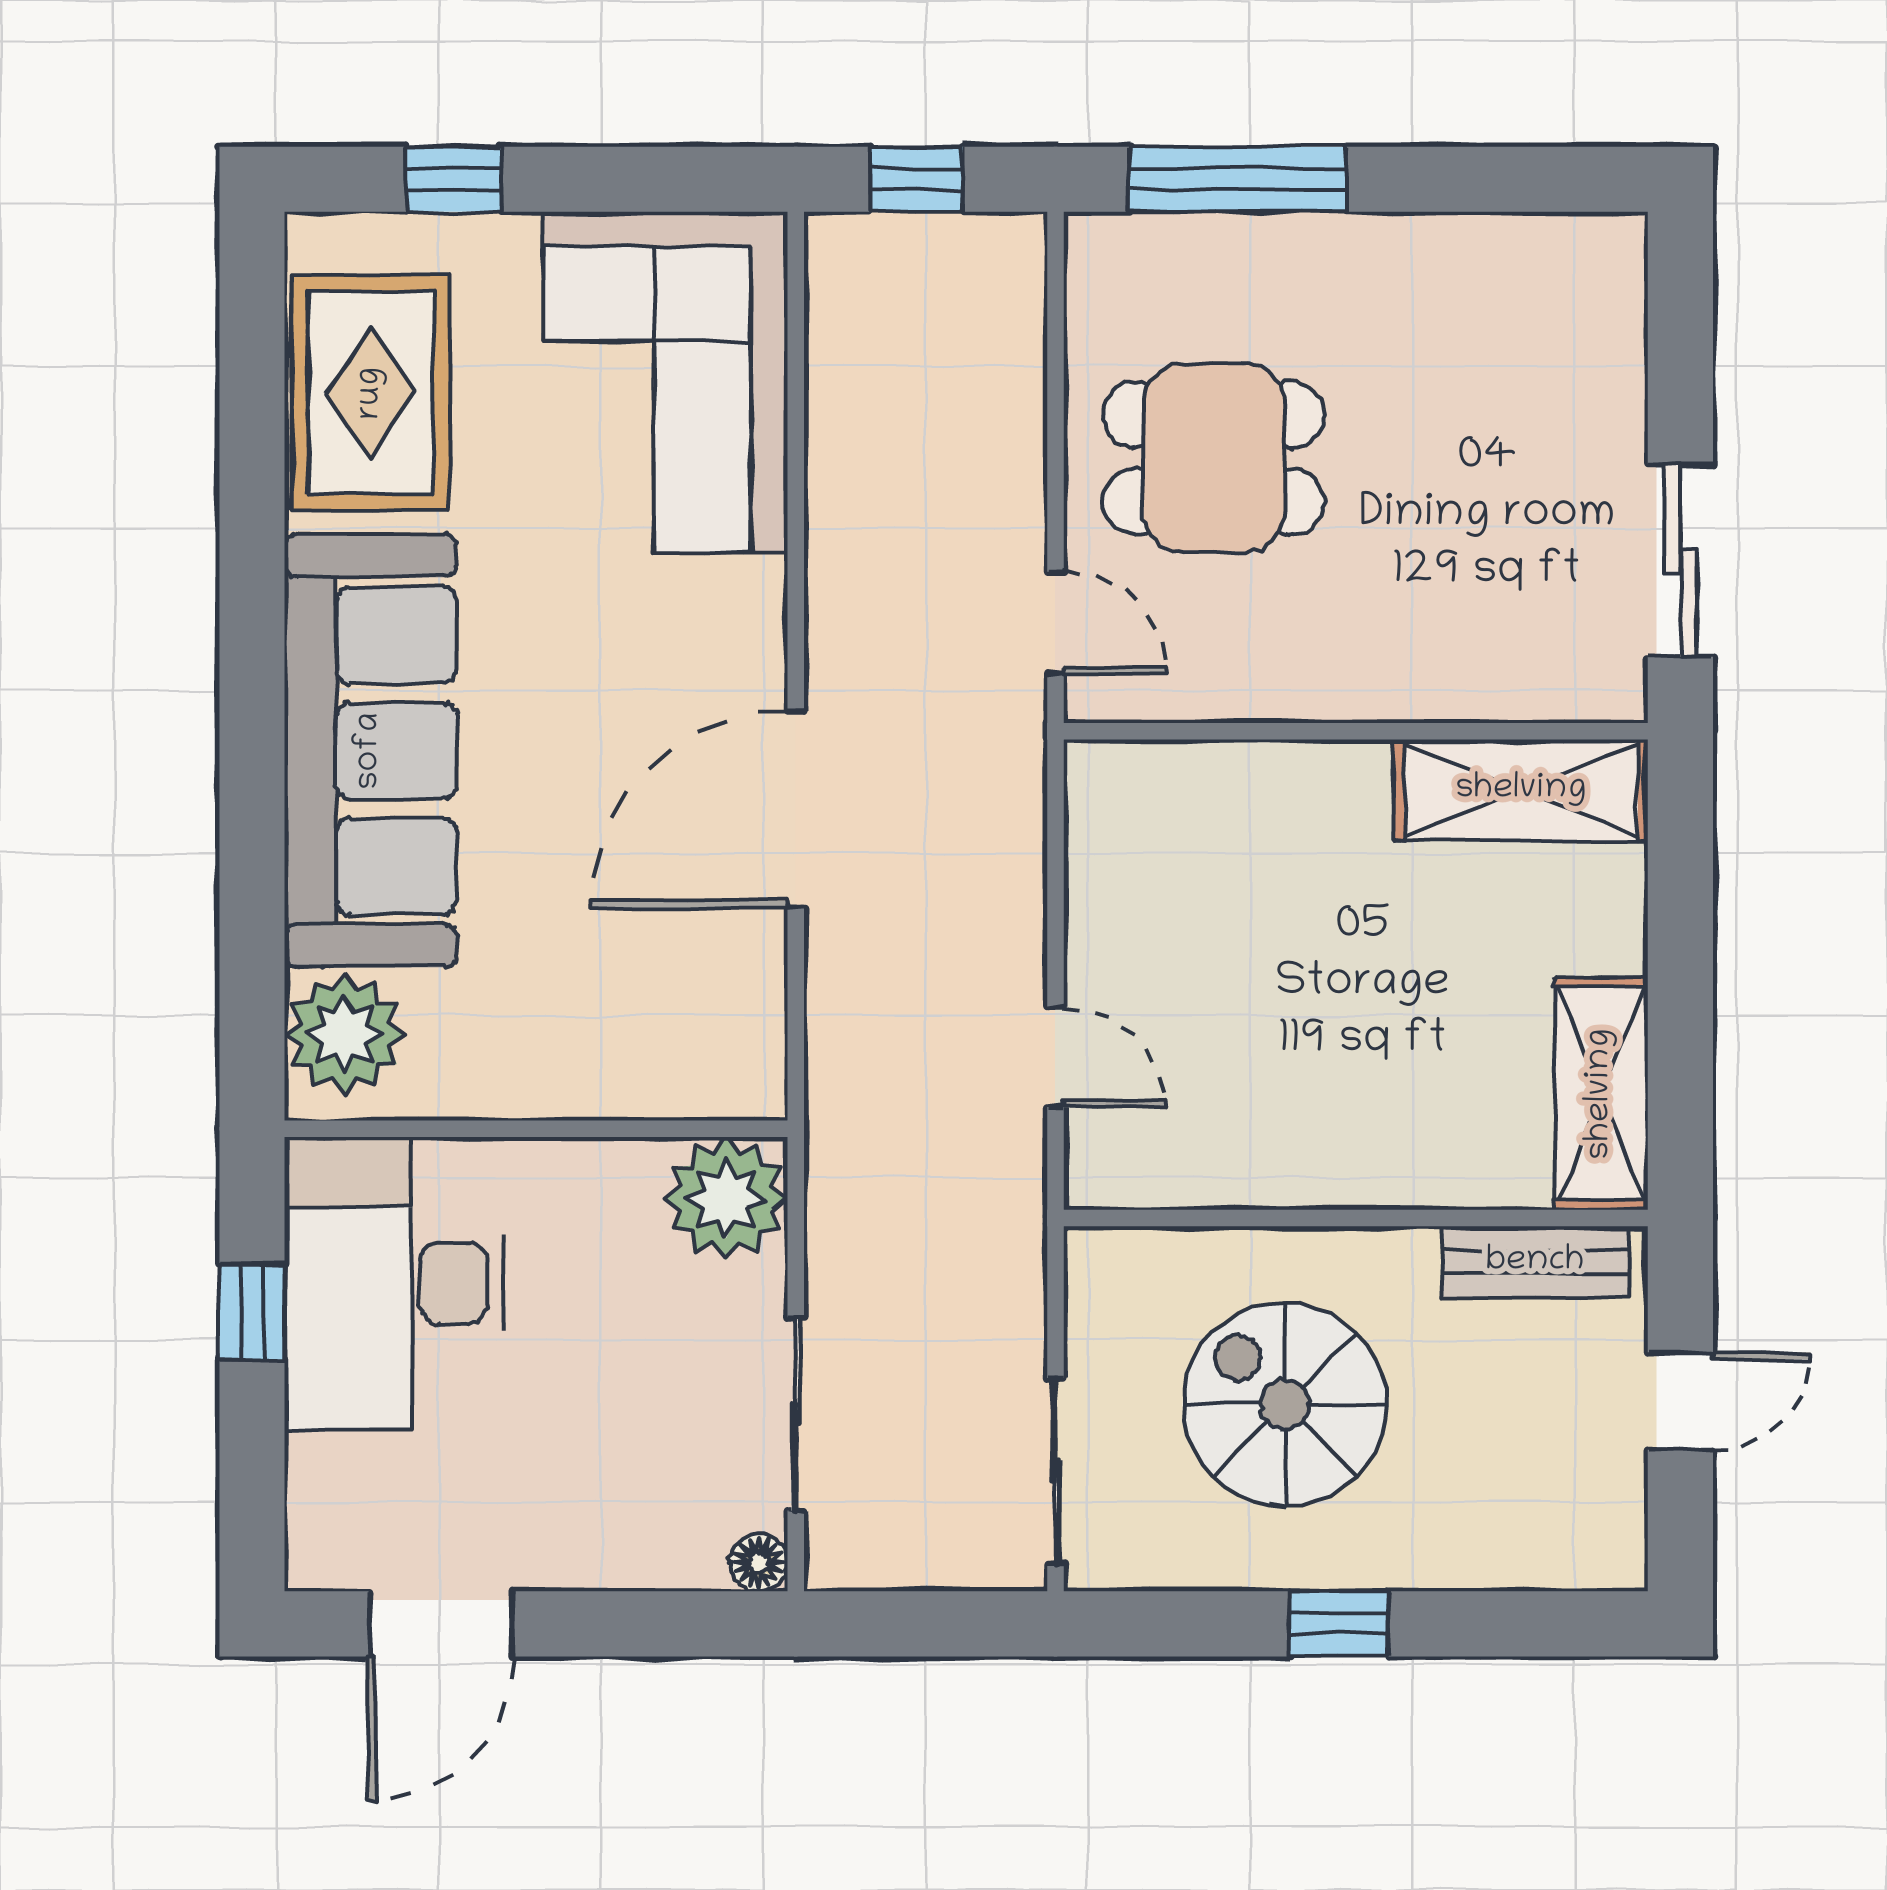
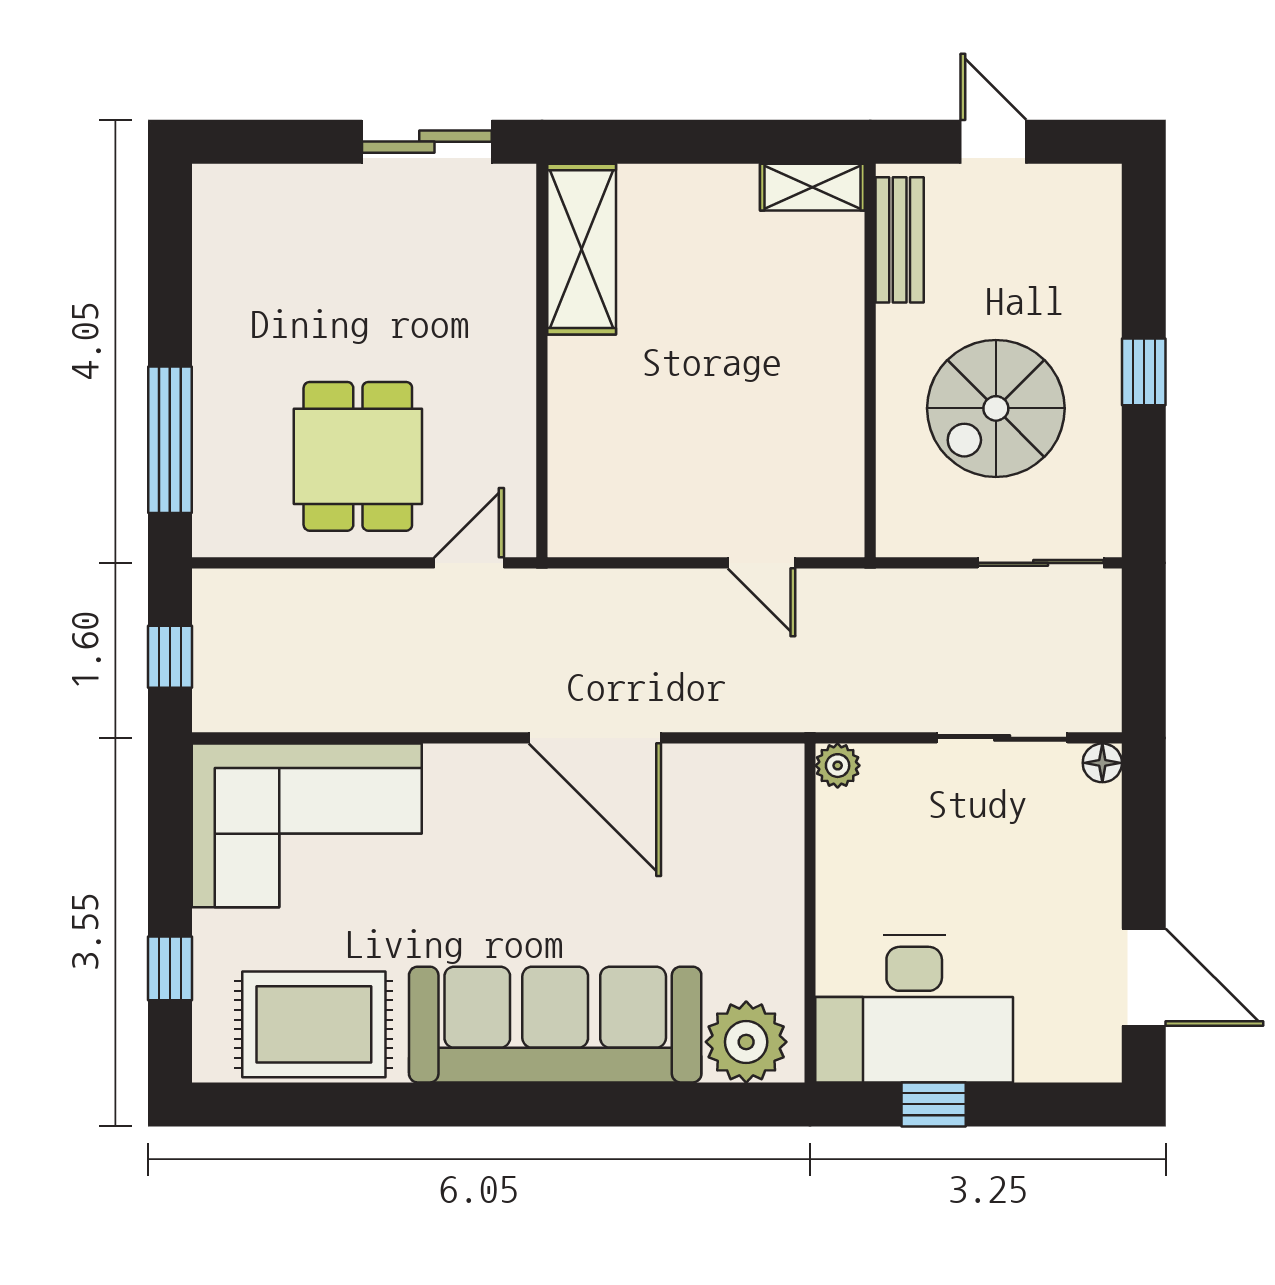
door: (1055, 1057) -> (761, 563), swing flipped
shelving: (1601, 1094) -> (812, 187), width x0.67, depth x0.75
plant: (726, 1198) -> (838, 766), width x0.53, depth x0.53

